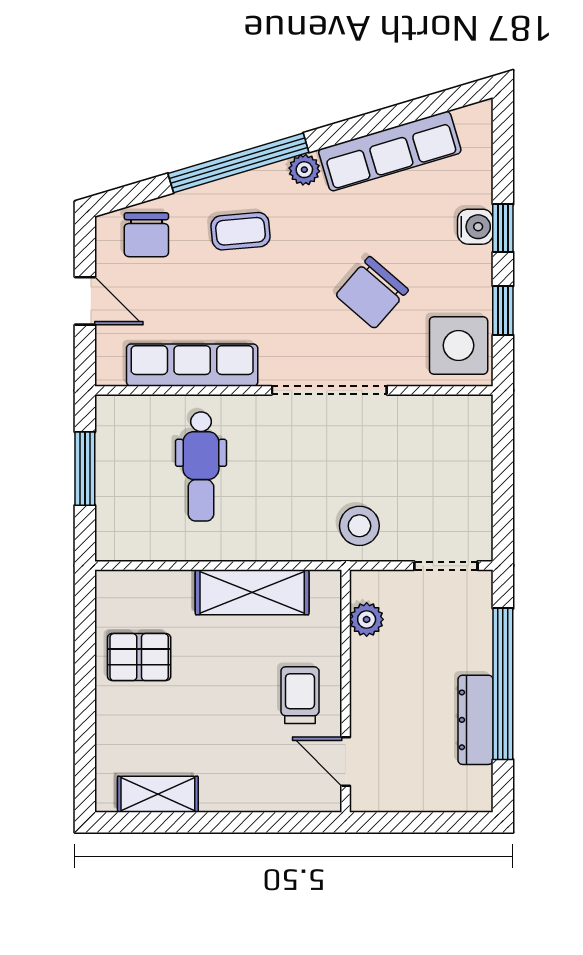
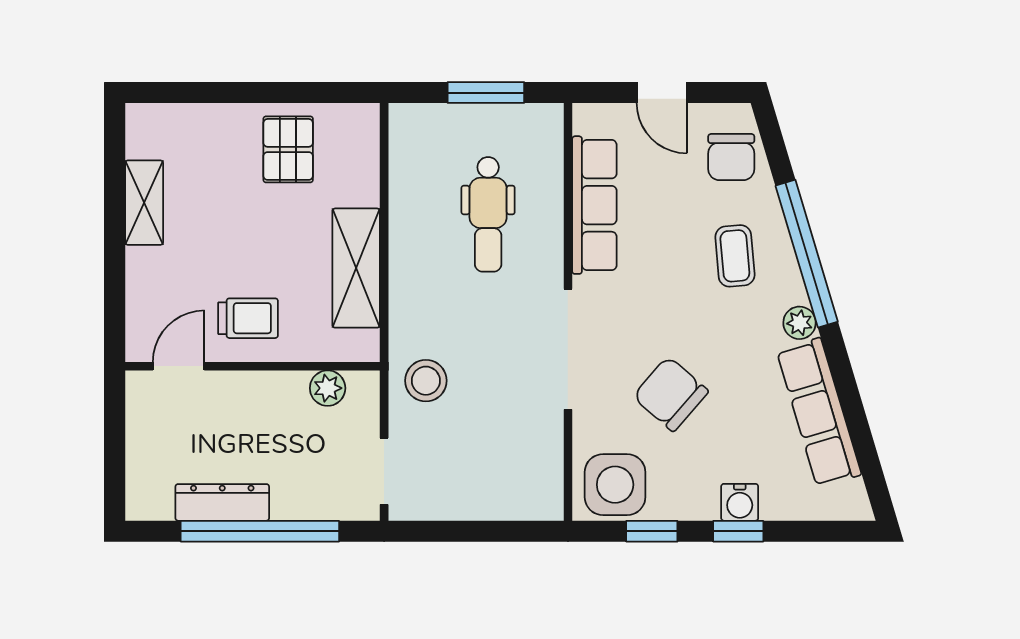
chair: (146, 235) -> (731, 157), turned -90
door: (85, 301) -> (662, 93), hinge flipped
dental chair: (201, 466) -> (488, 214), turned -90
shelving: (158, 794) -> (144, 203), moved

